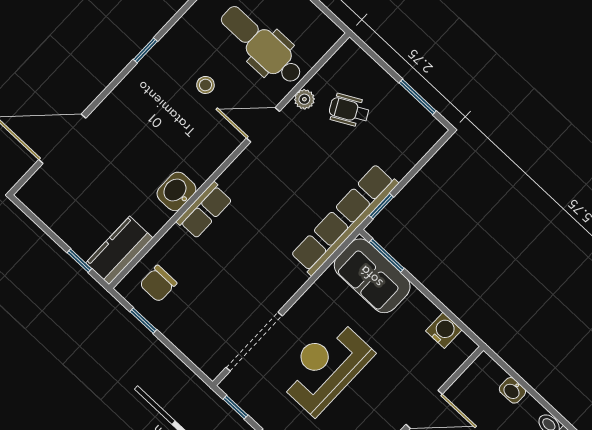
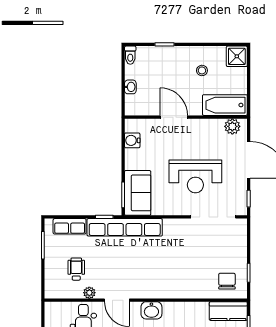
wheelchair: (349, 110) -> (76, 269), turned -152
washbasin: (176, 191) -> (151, 310), moved
row of seats: (204, 210) -> (70, 226), moved, turned 180
chair: (158, 284) -> (227, 281), turned -90

